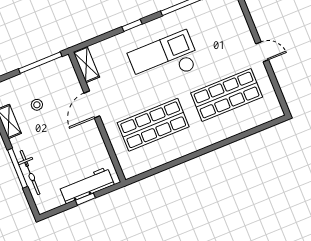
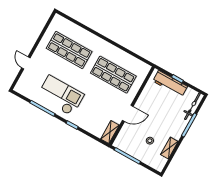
door: (262, 52) -> (26, 63), moved
checkout: (164, 60) -> (60, 96), moved, turned 180
bicycle: (30, 173) -> (192, 106), moved

